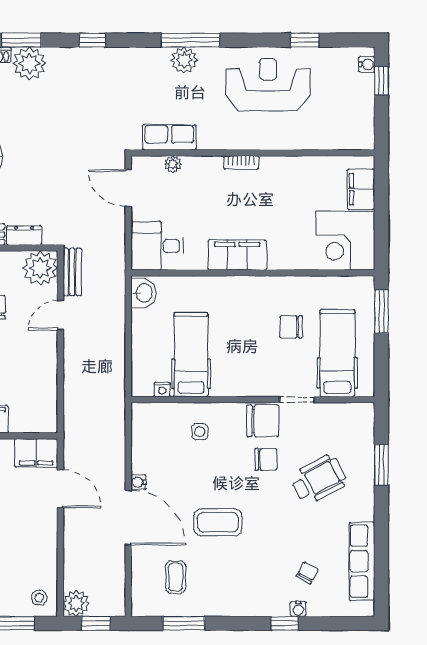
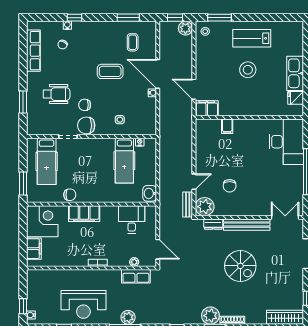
desk: (157, 246) -> (132, 219), moved, turned -90
filing cabinet: (237, 255) -> (84, 214), moved
chair: (291, 327) -> (70, 195), moved
wheelchair: (319, 480) -> (57, 94), turned -152

